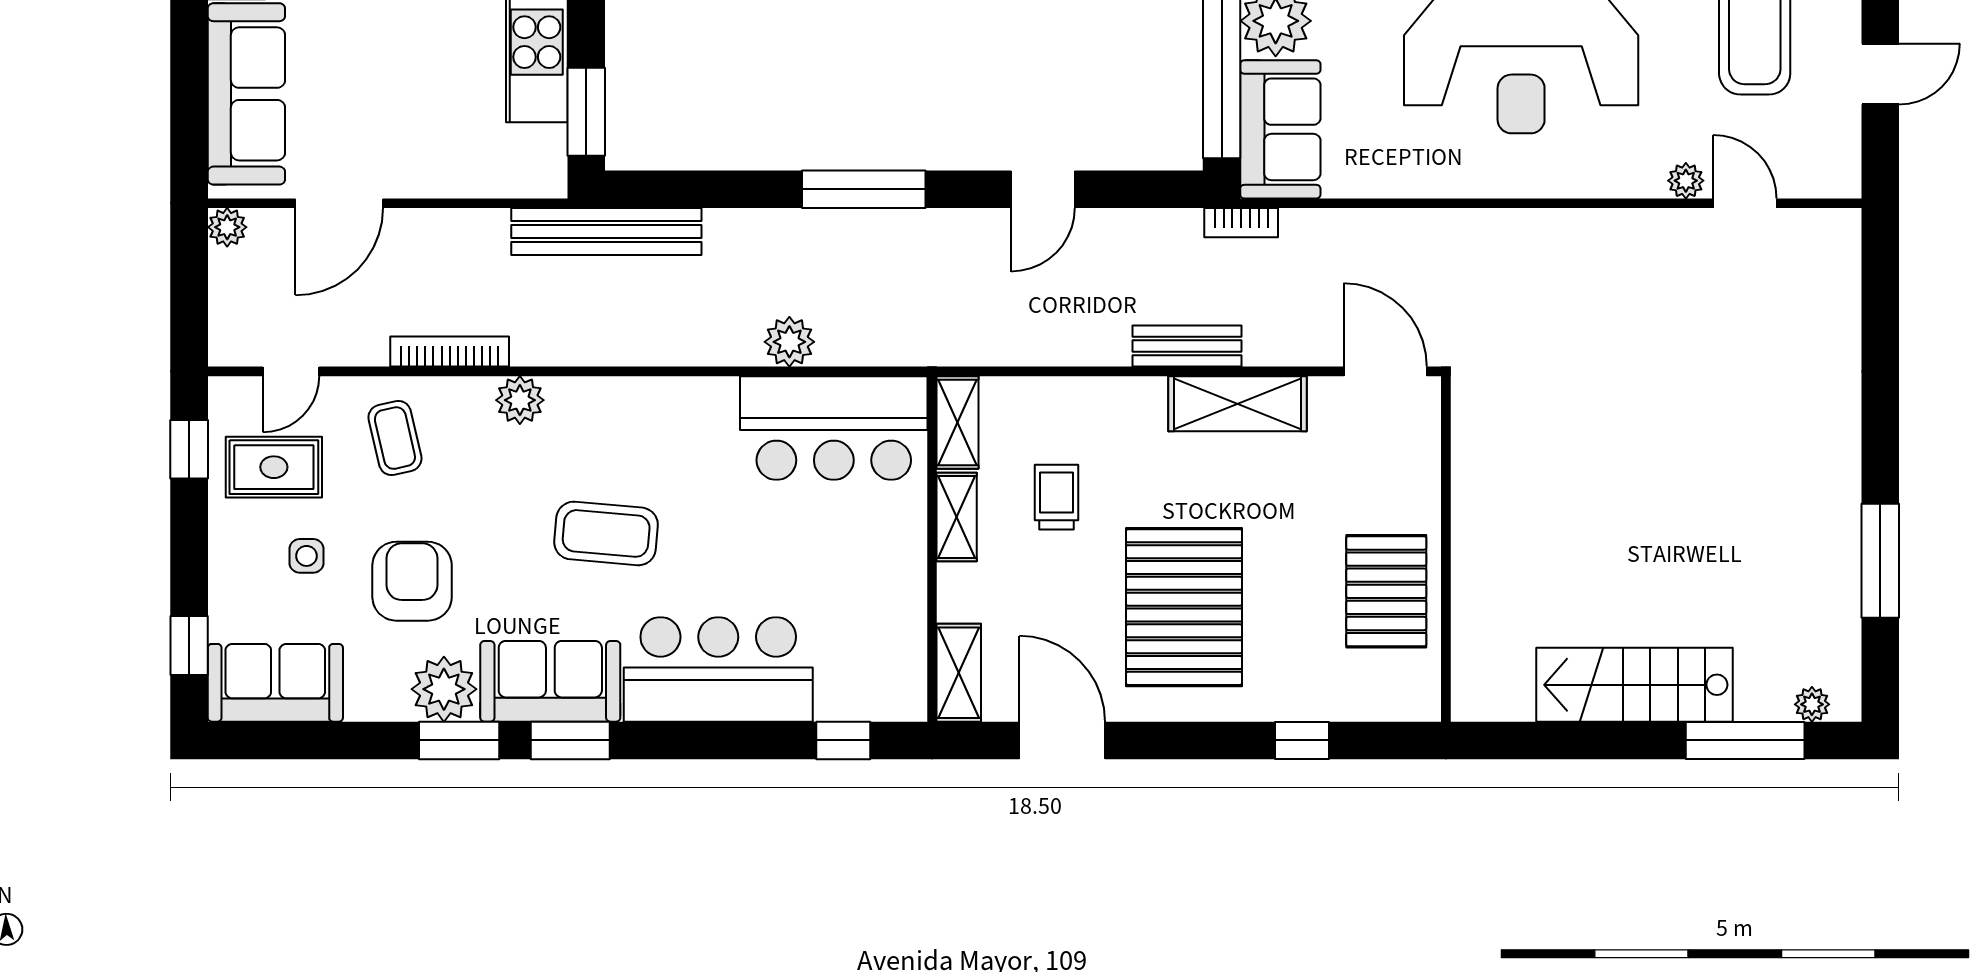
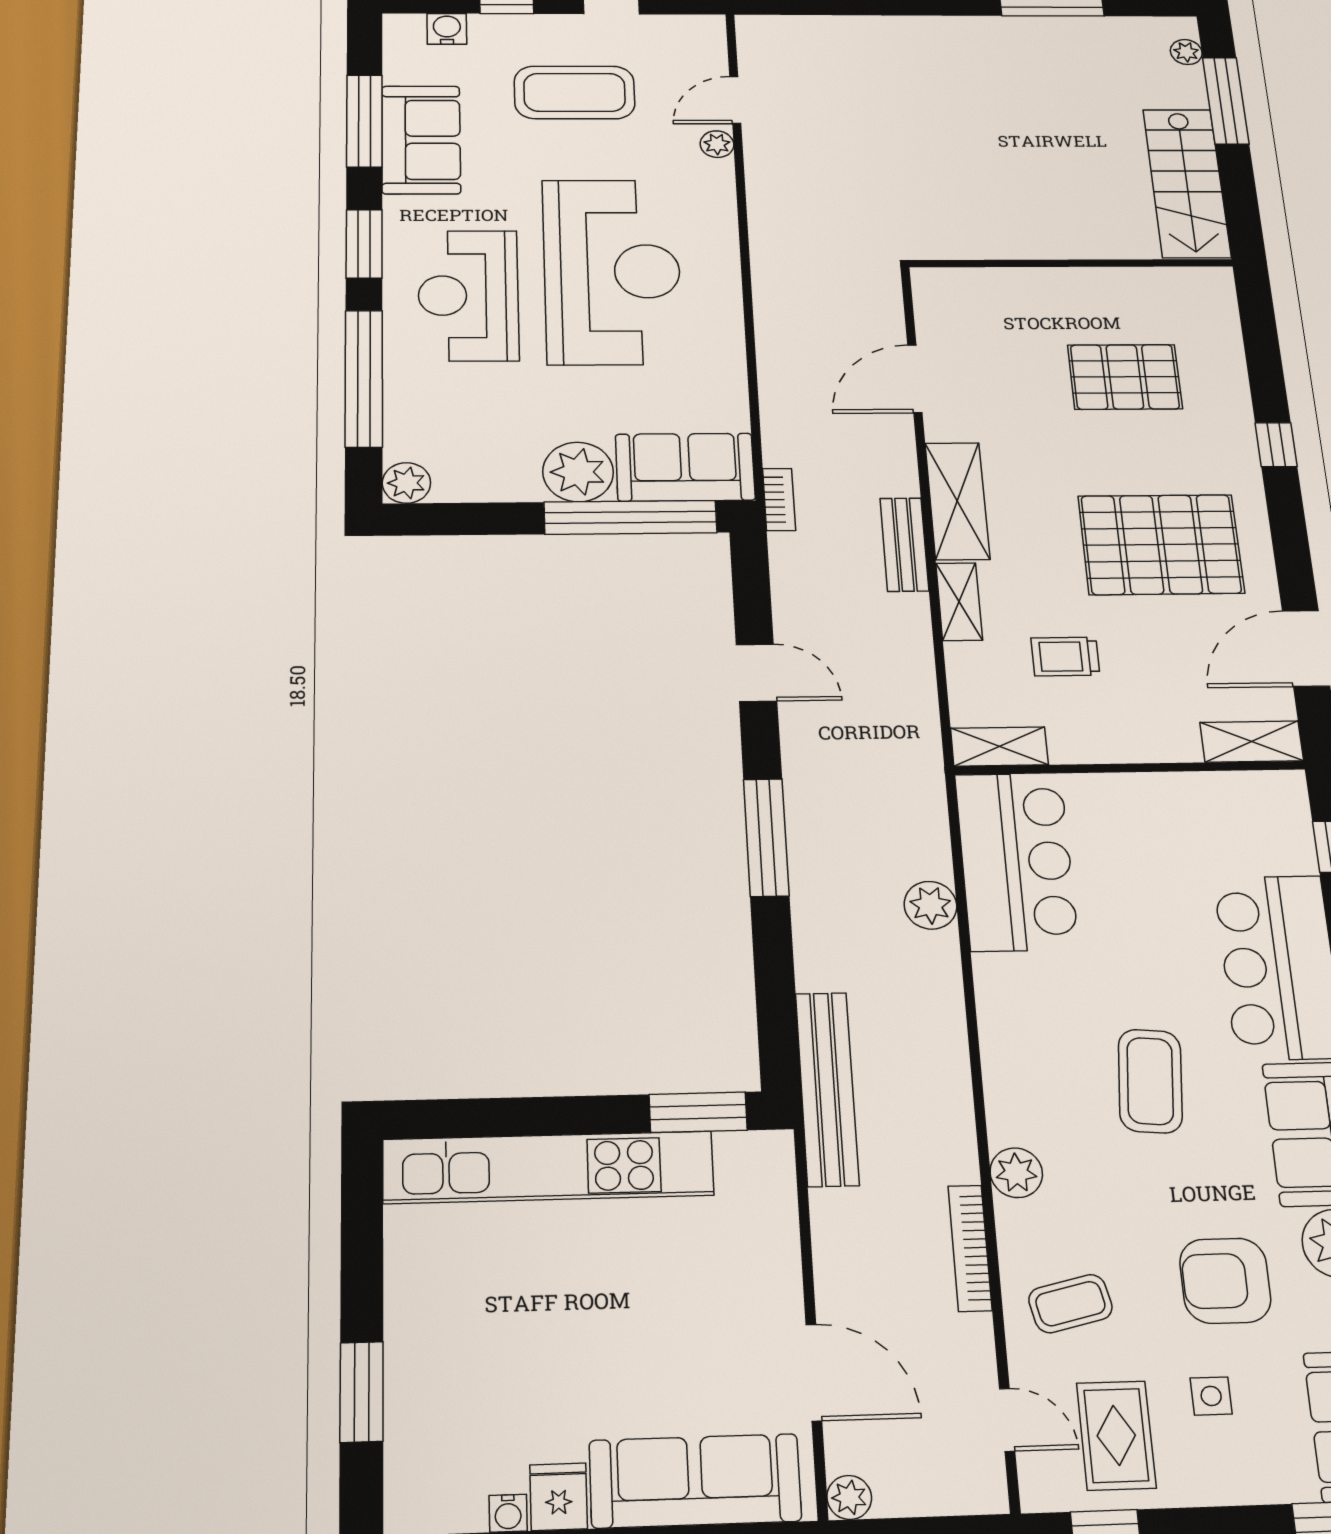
shelving: (957, 517) -> (959, 602), moved, turned 90
wall: (1446, 549) -> (1071, 263), moved

